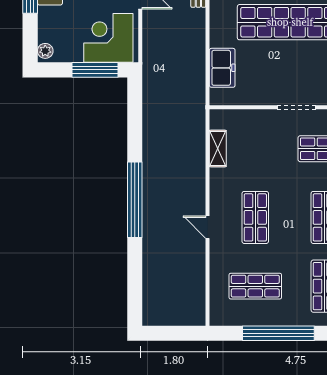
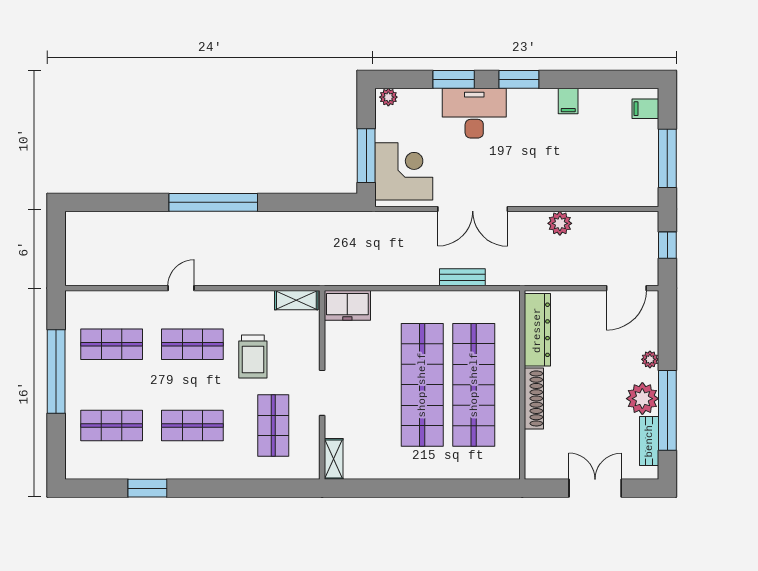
freezer: (222, 68) -> (347, 305), moved
shelving: (218, 148) -> (296, 300), moved
trolley: (266, 166) -> (253, 356), added
shop shelf: (255, 286) -> (112, 344), turned 90

